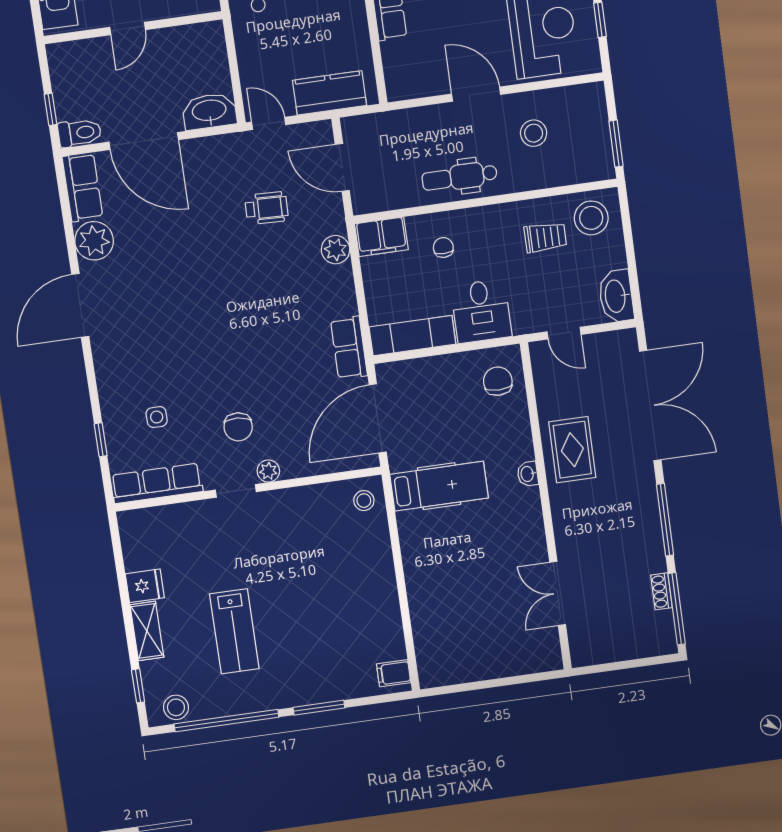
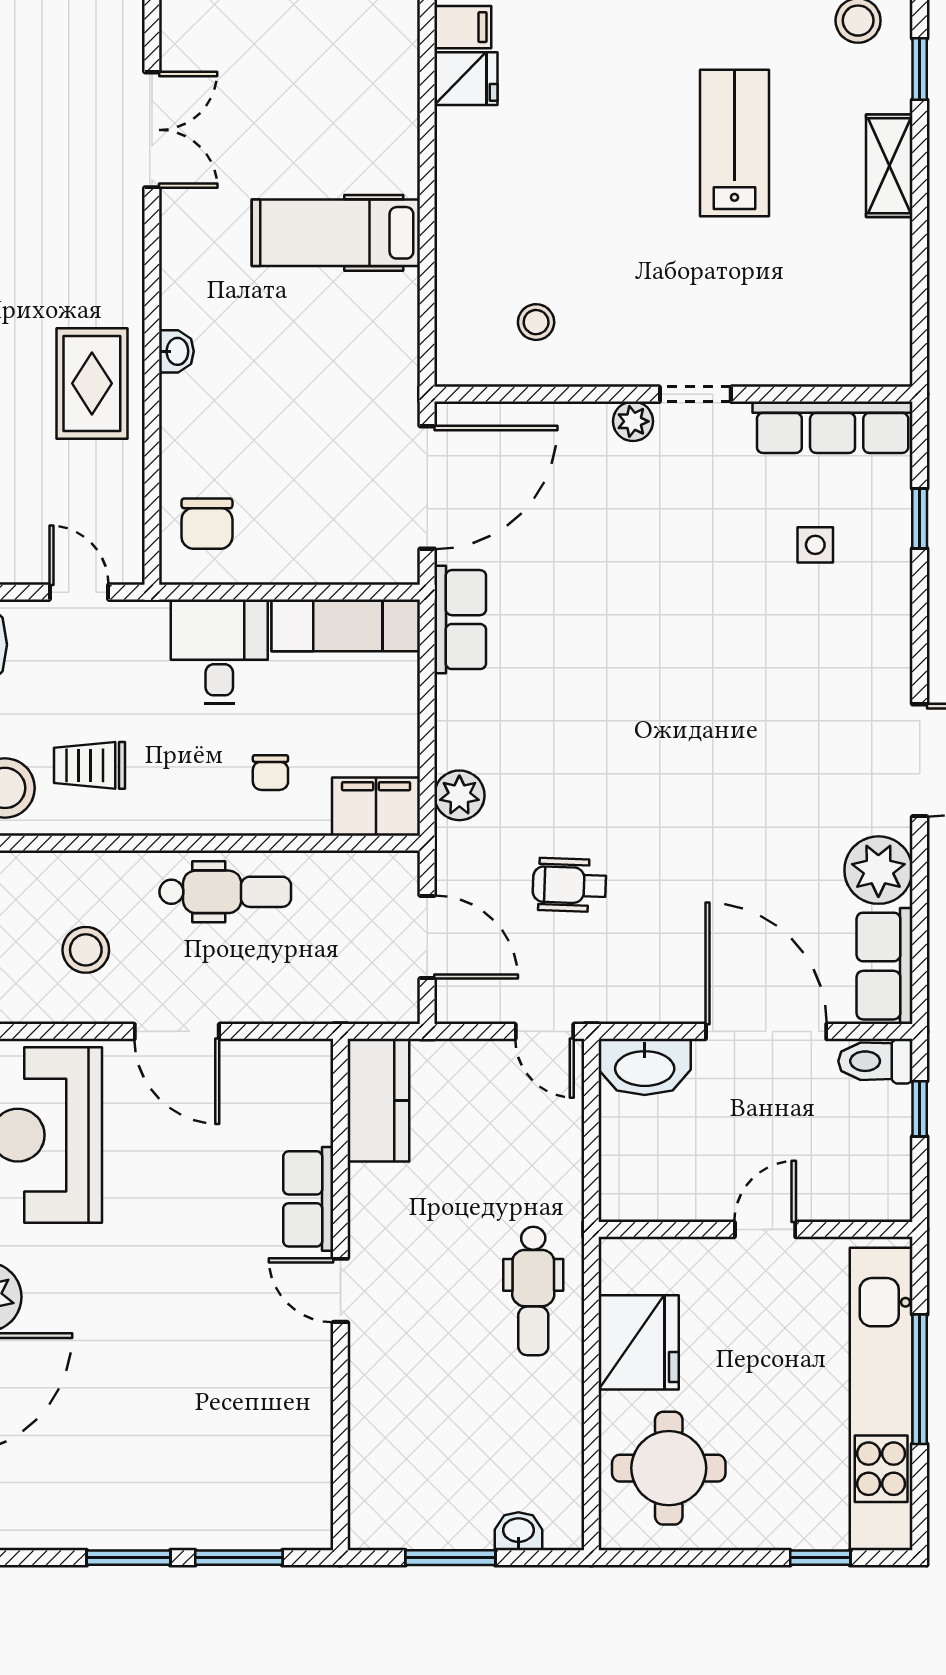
kitchen counter: (330, 93) -> (378, 1100), moved, turned -90
chair: (238, 427) -> (675, 507), removed
hospital bed: (439, 486) -> (336, 233), moved
stool: (364, 501) -> (536, 322), moved
fridge: (145, 586) -> (466, 79), moved, turned 180

